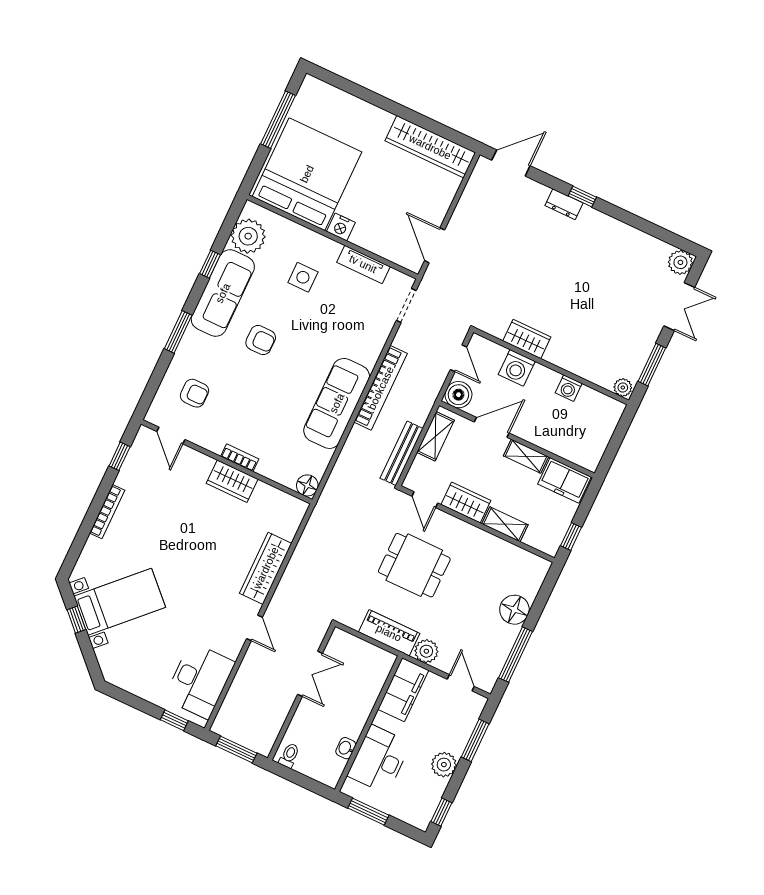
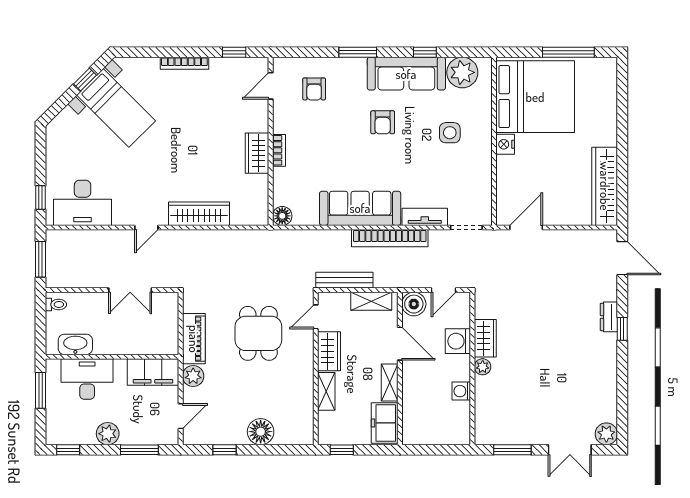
tv unit: (363, 264) -> (425, 217), moved, turned 90
plant: (623, 388) -> (483, 367), moved
window: (516, 655) -> (225, 450), width x0.46
washbasin: (346, 748) -> (75, 344), width x1.91, depth x1.45

